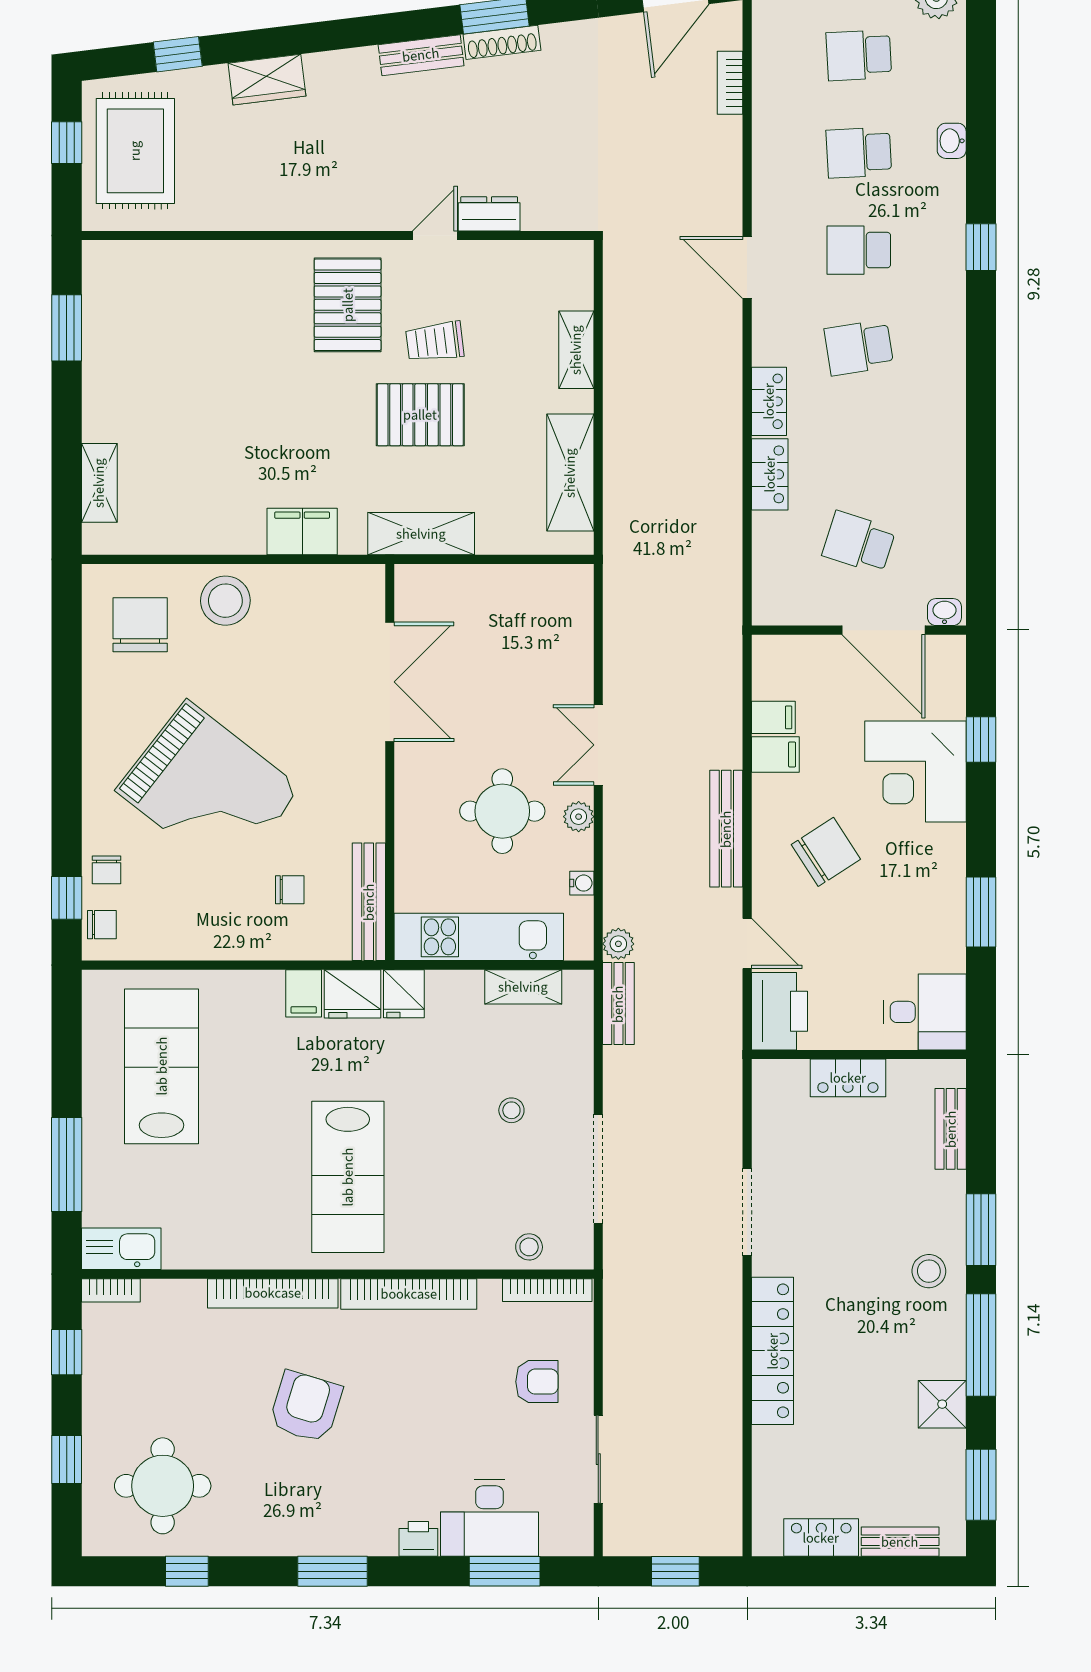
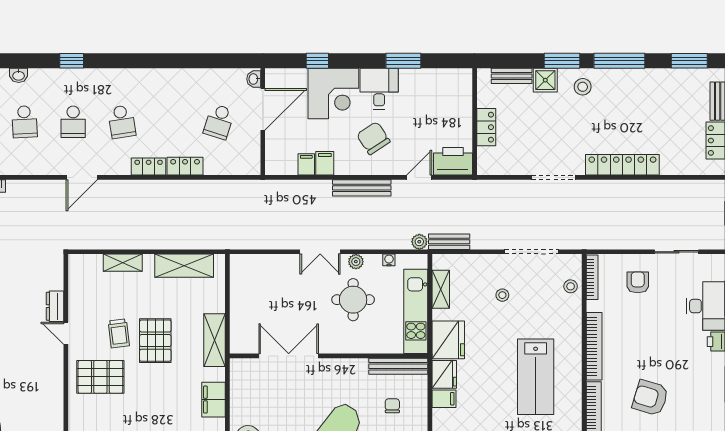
fridge: (404, 994) -> (448, 340), width x1.88, depth x1.34
desk: (925, 1012) -> (379, 89), moved
lab bench: (348, 1177) -> (536, 377), turned 90
shower: (942, 1404) -> (545, 80), moved

